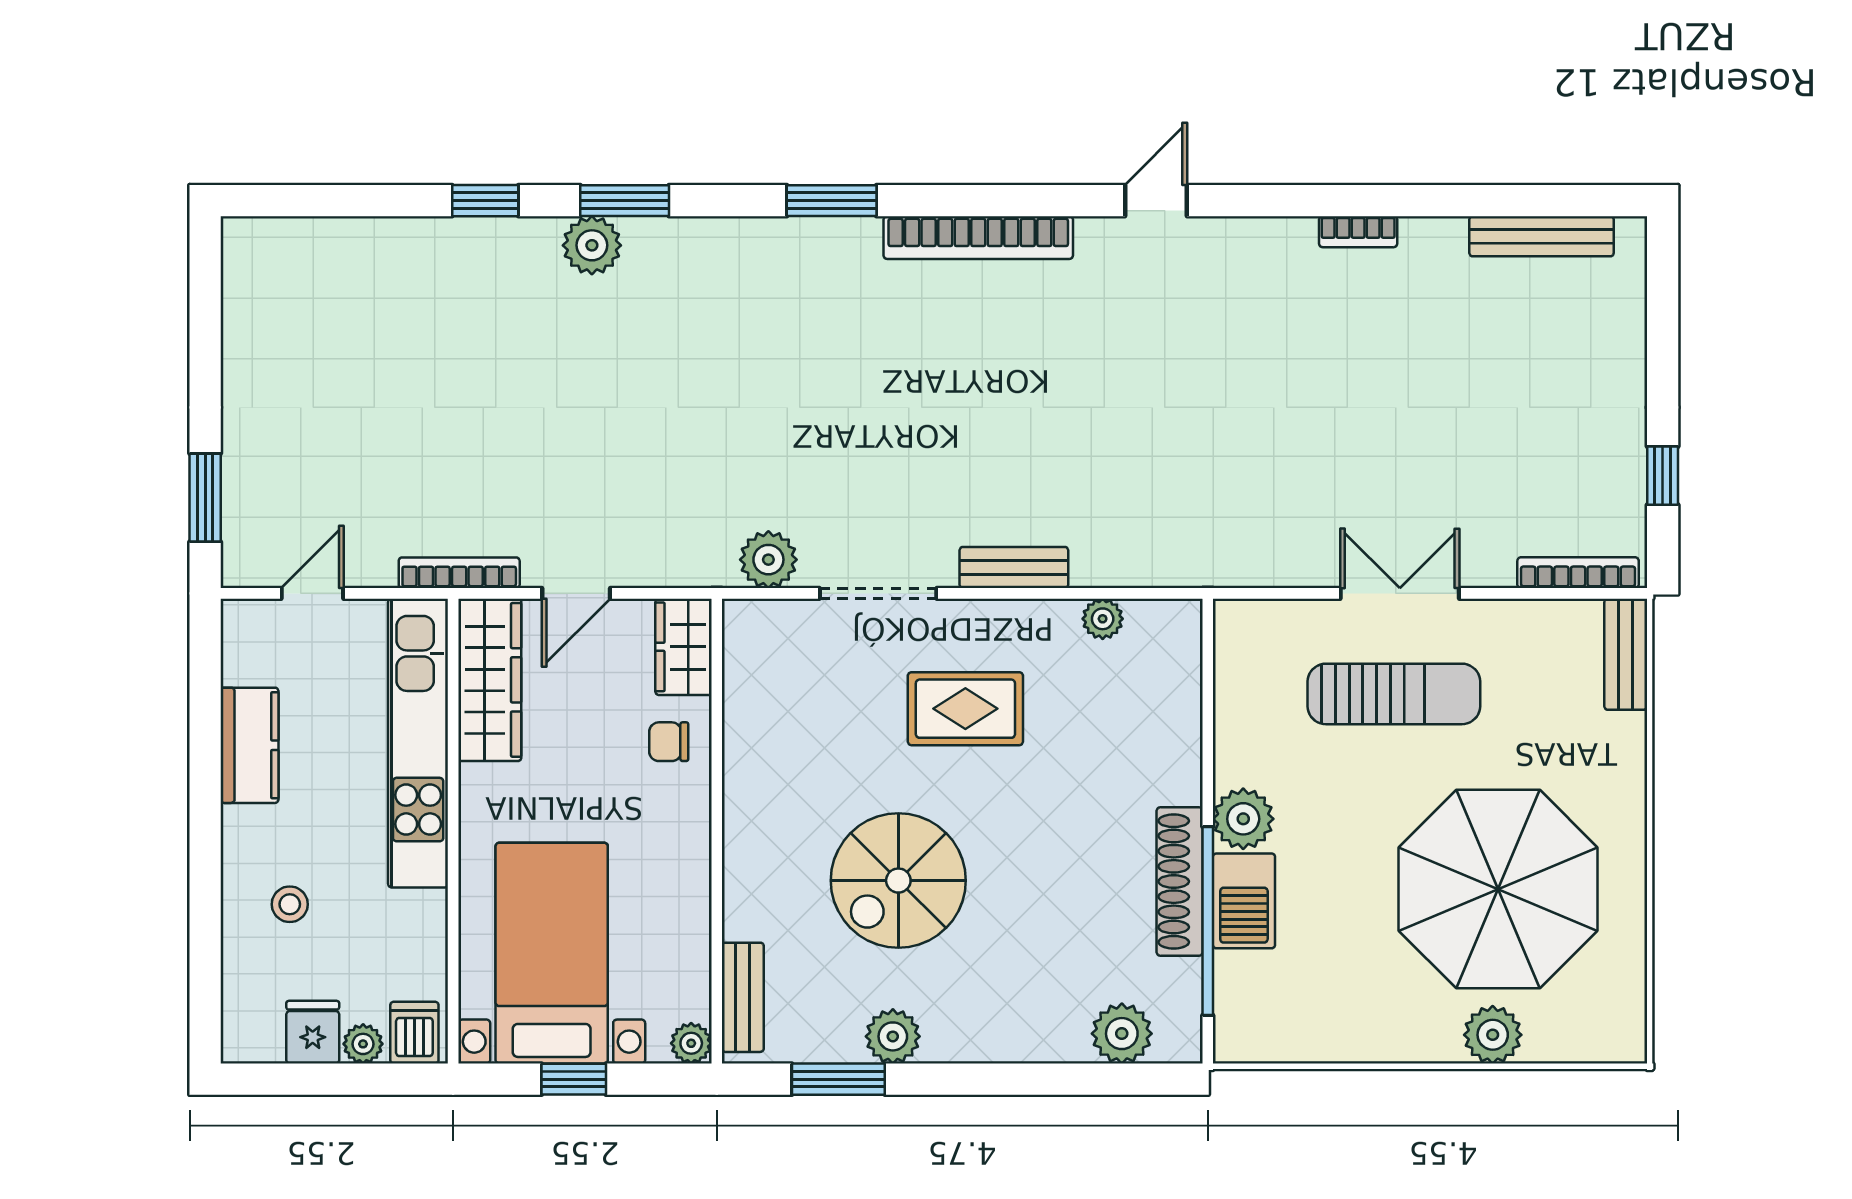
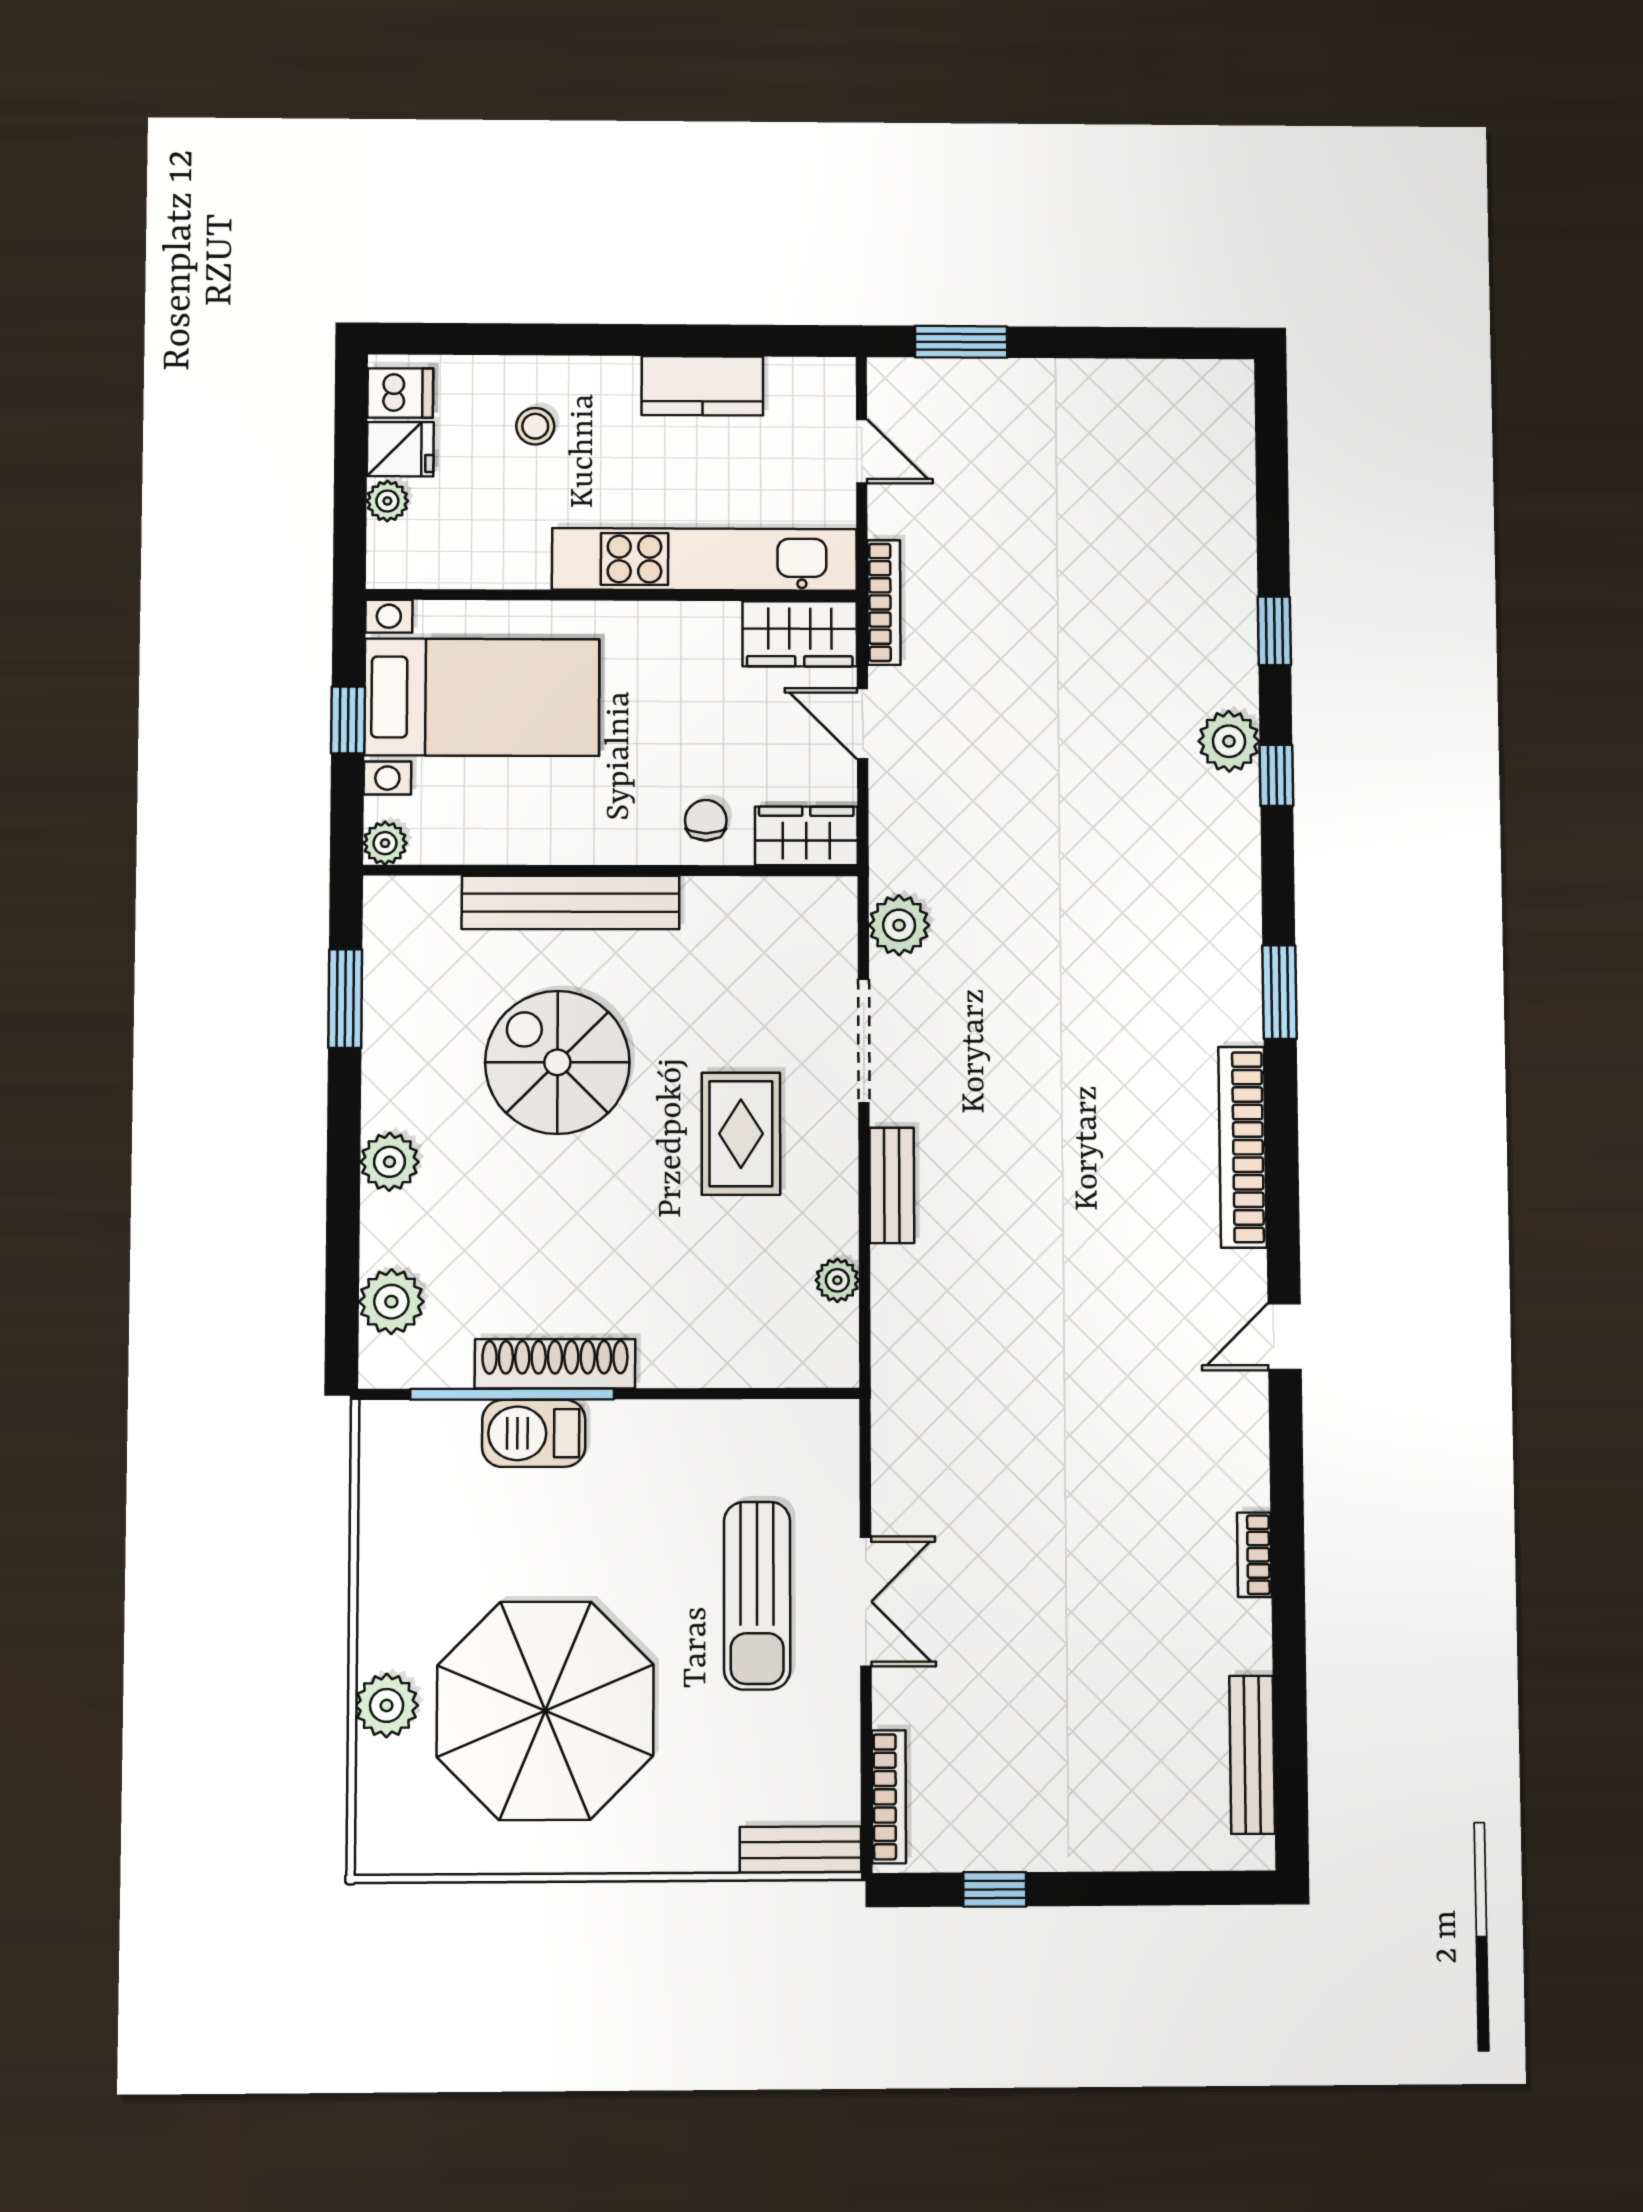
window: (625, 201) -> (1276, 775), width x0.67
door: (1156, 201) -> (1284, 1337), swing flipped
wardrobe: (490, 680) -> (800, 634), width x0.67
plant: (1243, 819) -> (622, 1432), removed
bench: (743, 997) -> (571, 903), moved, width x1.86, depth x1.21
dishwasher: (414, 1033) -> (400, 393), moved
plant: (893, 1036) -> (389, 1162), moved

